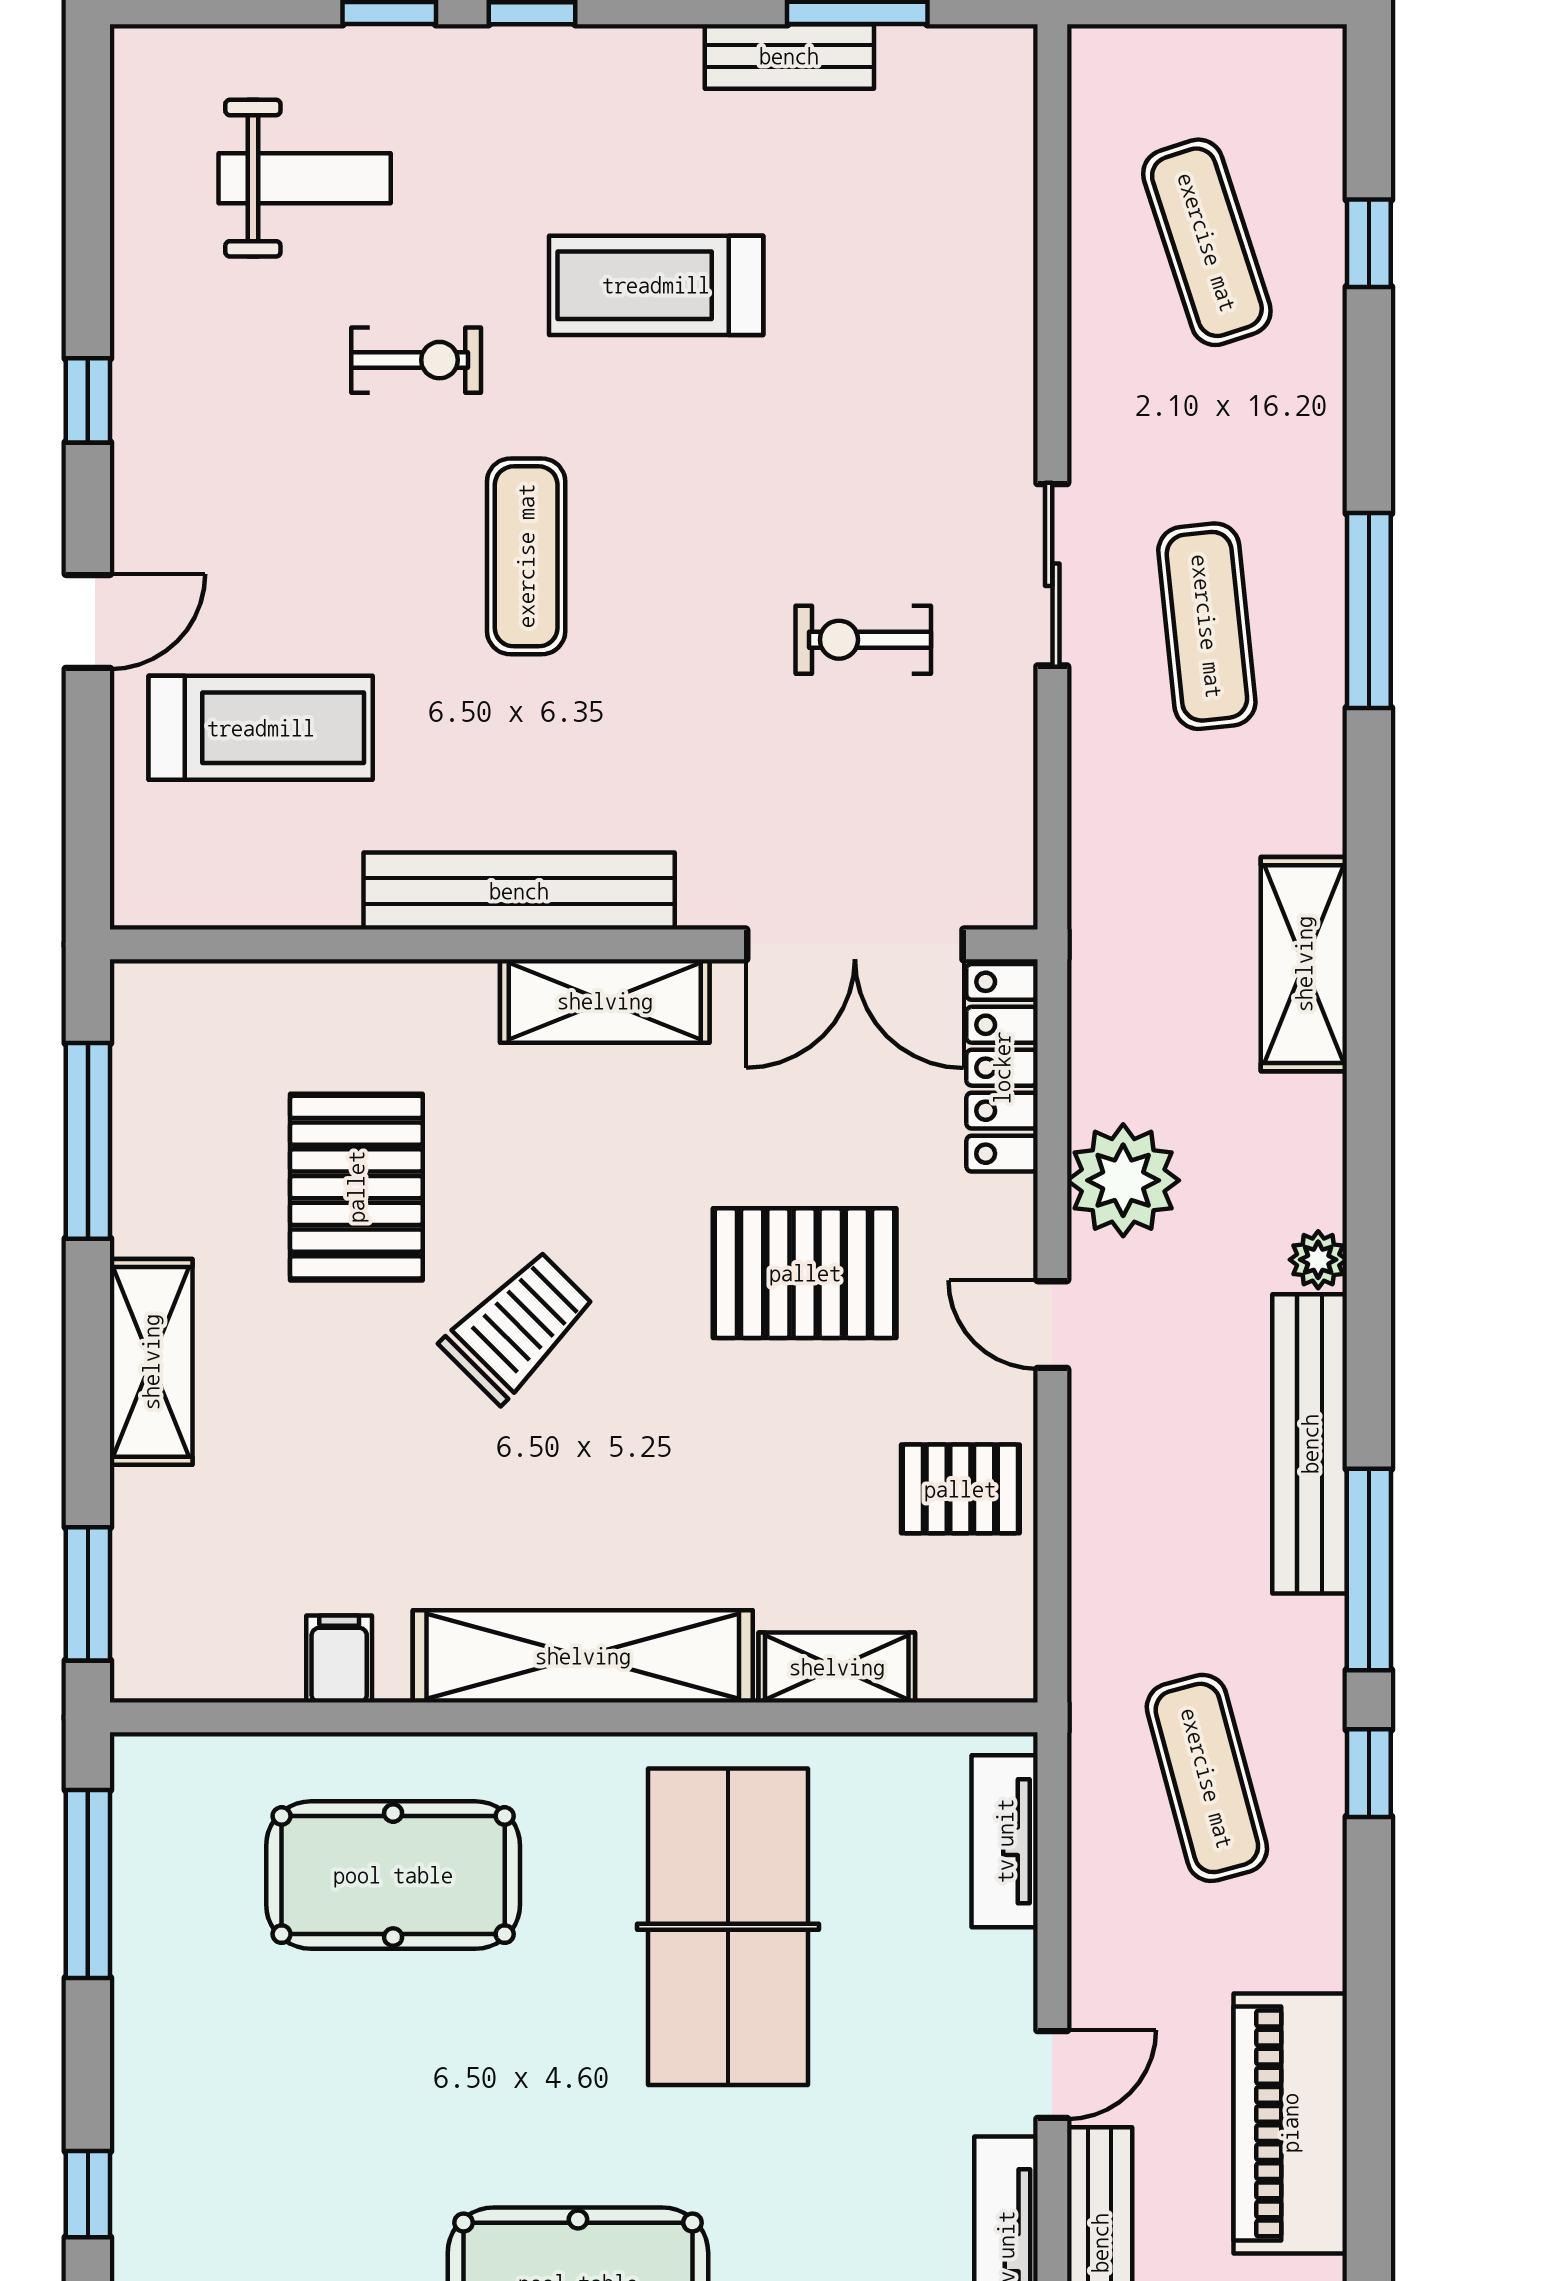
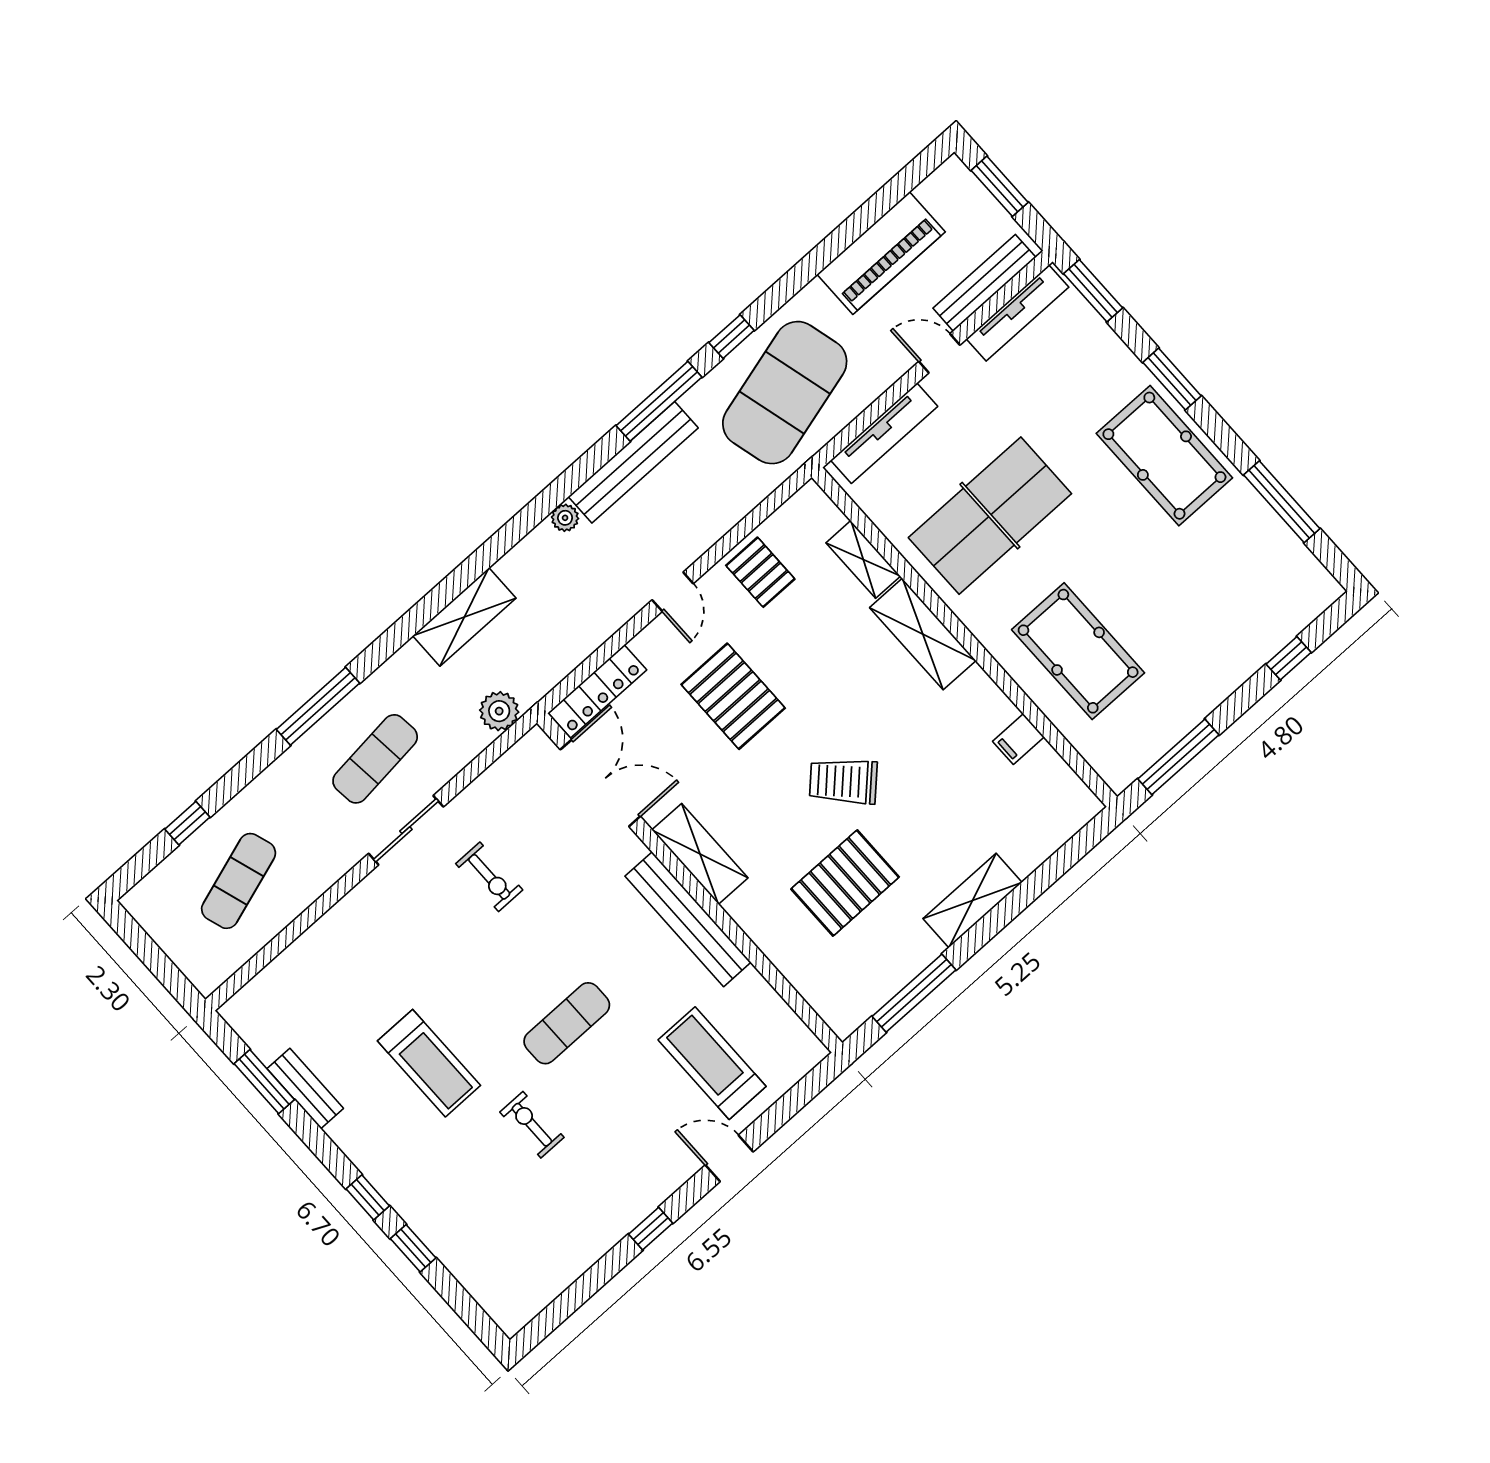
weight bench: (305, 178) -> (503, 1222), removed
plant: (1123, 1180) -> (499, 711), moved, width x0.73, depth x0.73
window: (88, 1594) -> (1075, 849), removed
shelving: (583, 1656) -> (923, 634), width x0.68
exercise mat: (1207, 1778) -> (785, 393), width x2.00, depth x1.45
tv unit: (1005, 1841) -> (884, 433), width x1.41

